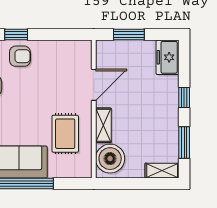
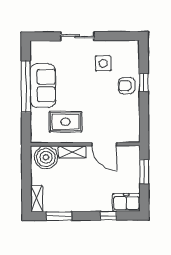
armchair: (20, 56) -> (127, 86), turned 90
window: (184, 97) -> (108, 216), moved

